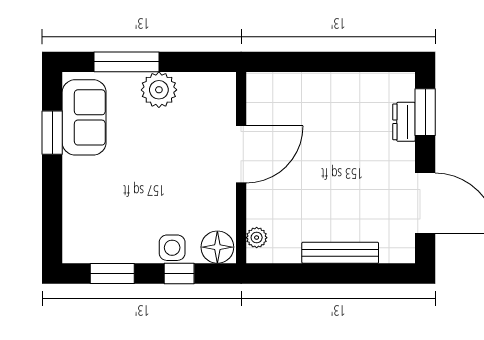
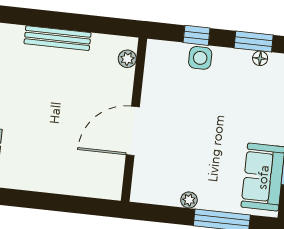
plant: (159, 90) -> (189, 200), width x0.53, depth x0.53
floor lamp: (217, 247) -> (260, 58), moved, width x0.53, depth x0.53

